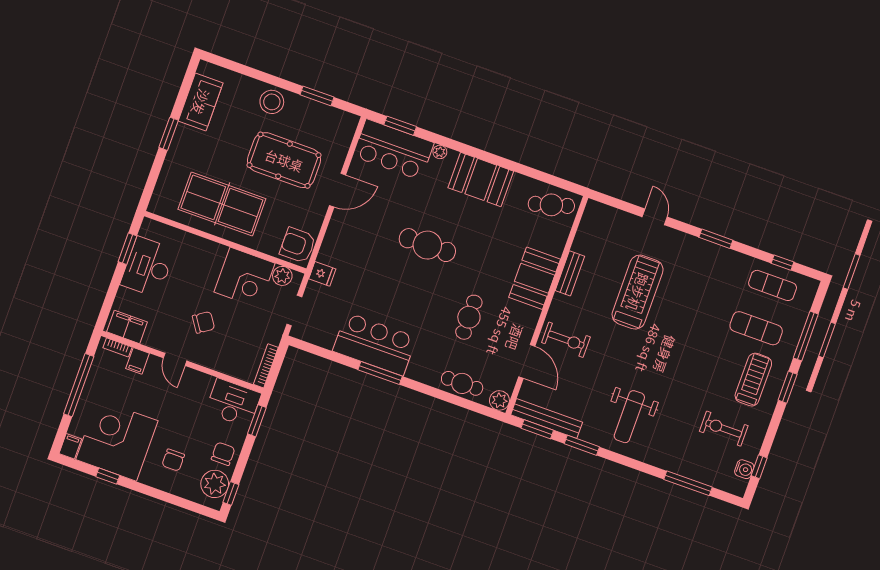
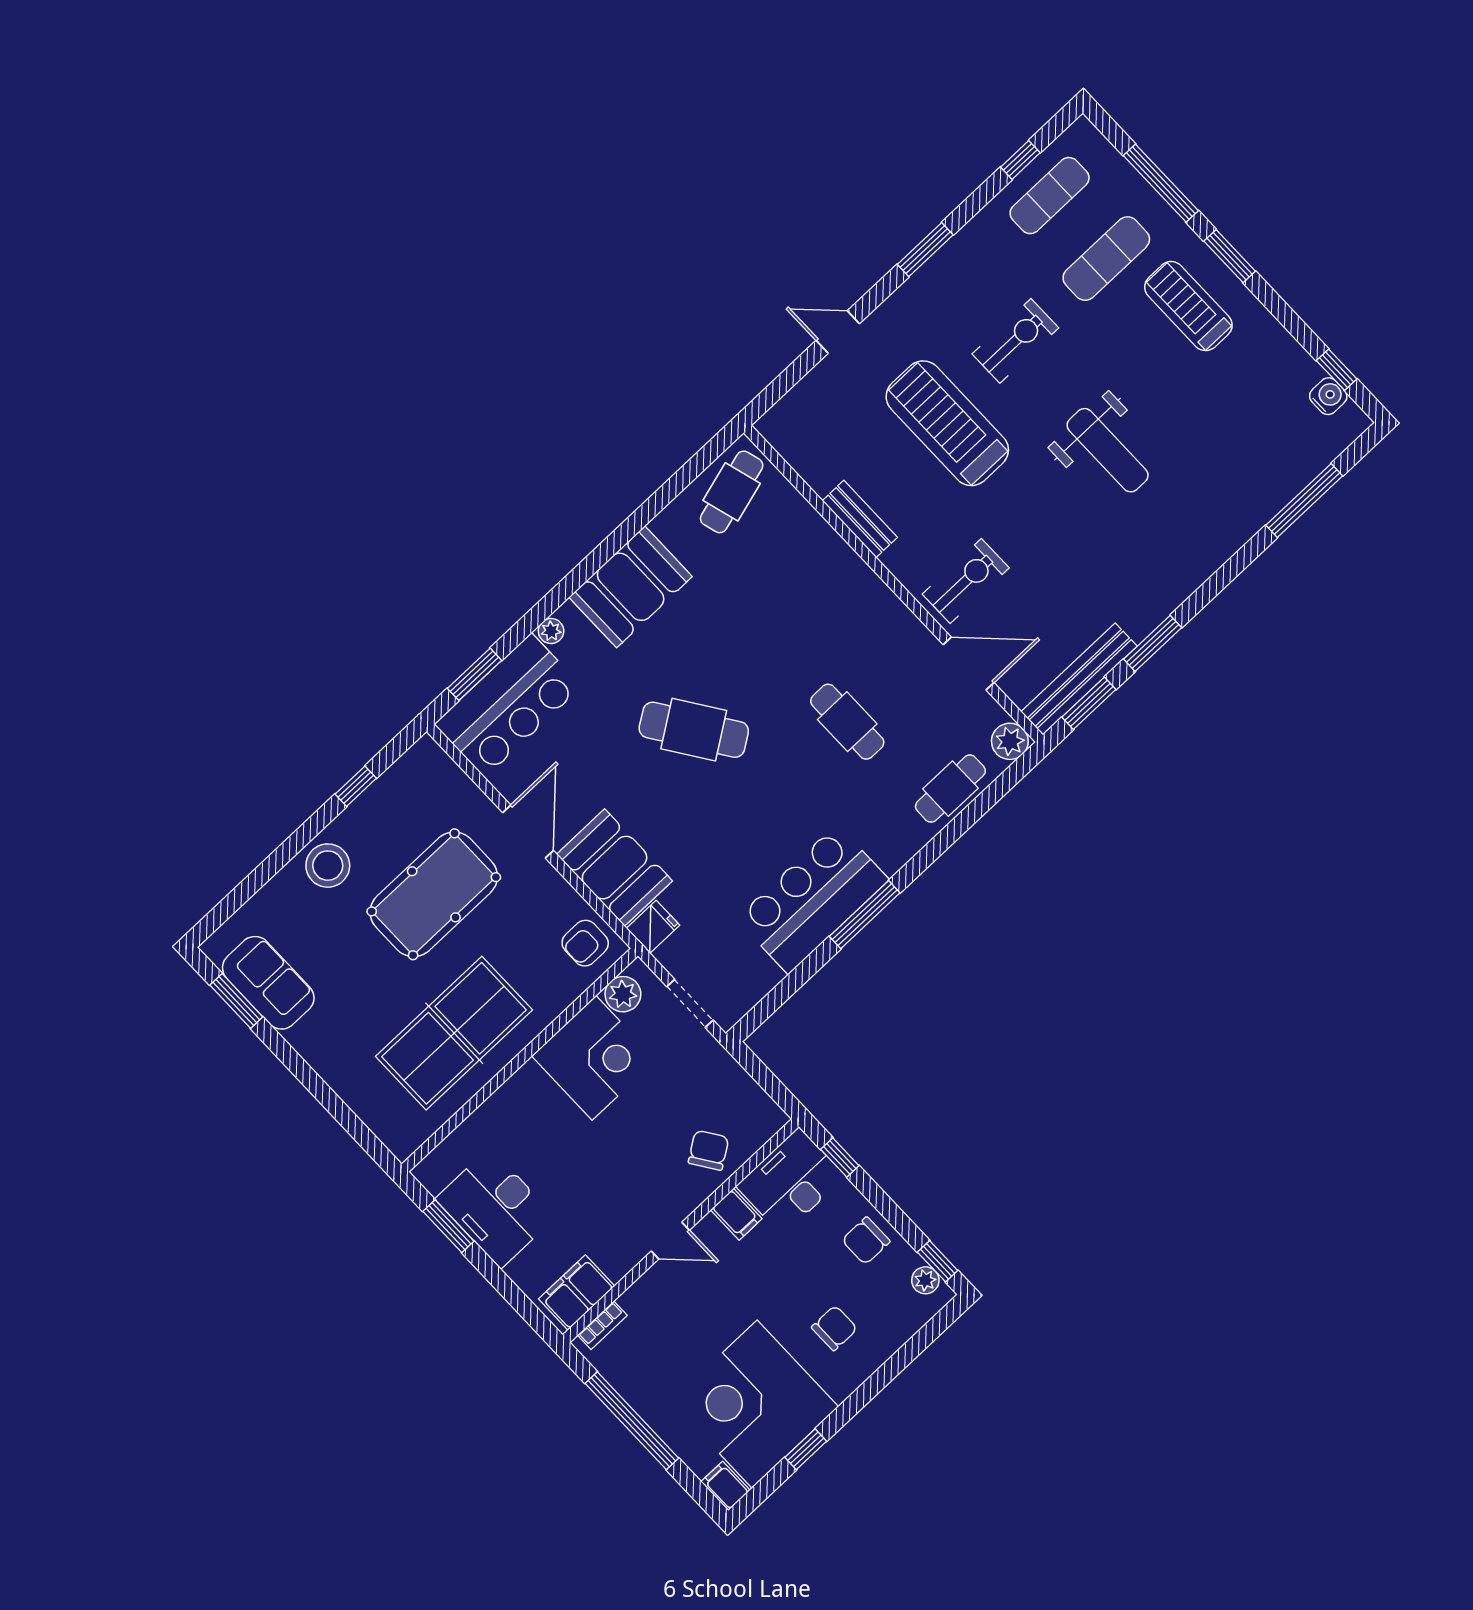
window: (317, 96) -> (356, 786), width x0.67
window: (169, 134) -> (236, 1001), moved
armchair: (298, 245) -> (585, 943), width x0.72, depth x0.72
cafe table: (427, 245) -> (694, 730), turned 56
booth: (535, 278) -> (615, 868), moved
chair: (204, 322) -> (709, 1150), moved
filing cabinet: (138, 361) -> (736, 1214), moved
bookcase: (266, 366) -> (757, 1097), removed
weight bench: (629, 417) -> (1108, 450), moved
window: (257, 421) -> (840, 1158), width x0.67
exercise bike: (724, 429) -> (1015, 341), moved, turned 180
chair: (223, 454) -> (866, 1241), turned -90
chair: (173, 460) -> (834, 1328), turned -90
plant: (215, 484) -> (925, 1280), width x0.53, depth x0.53

